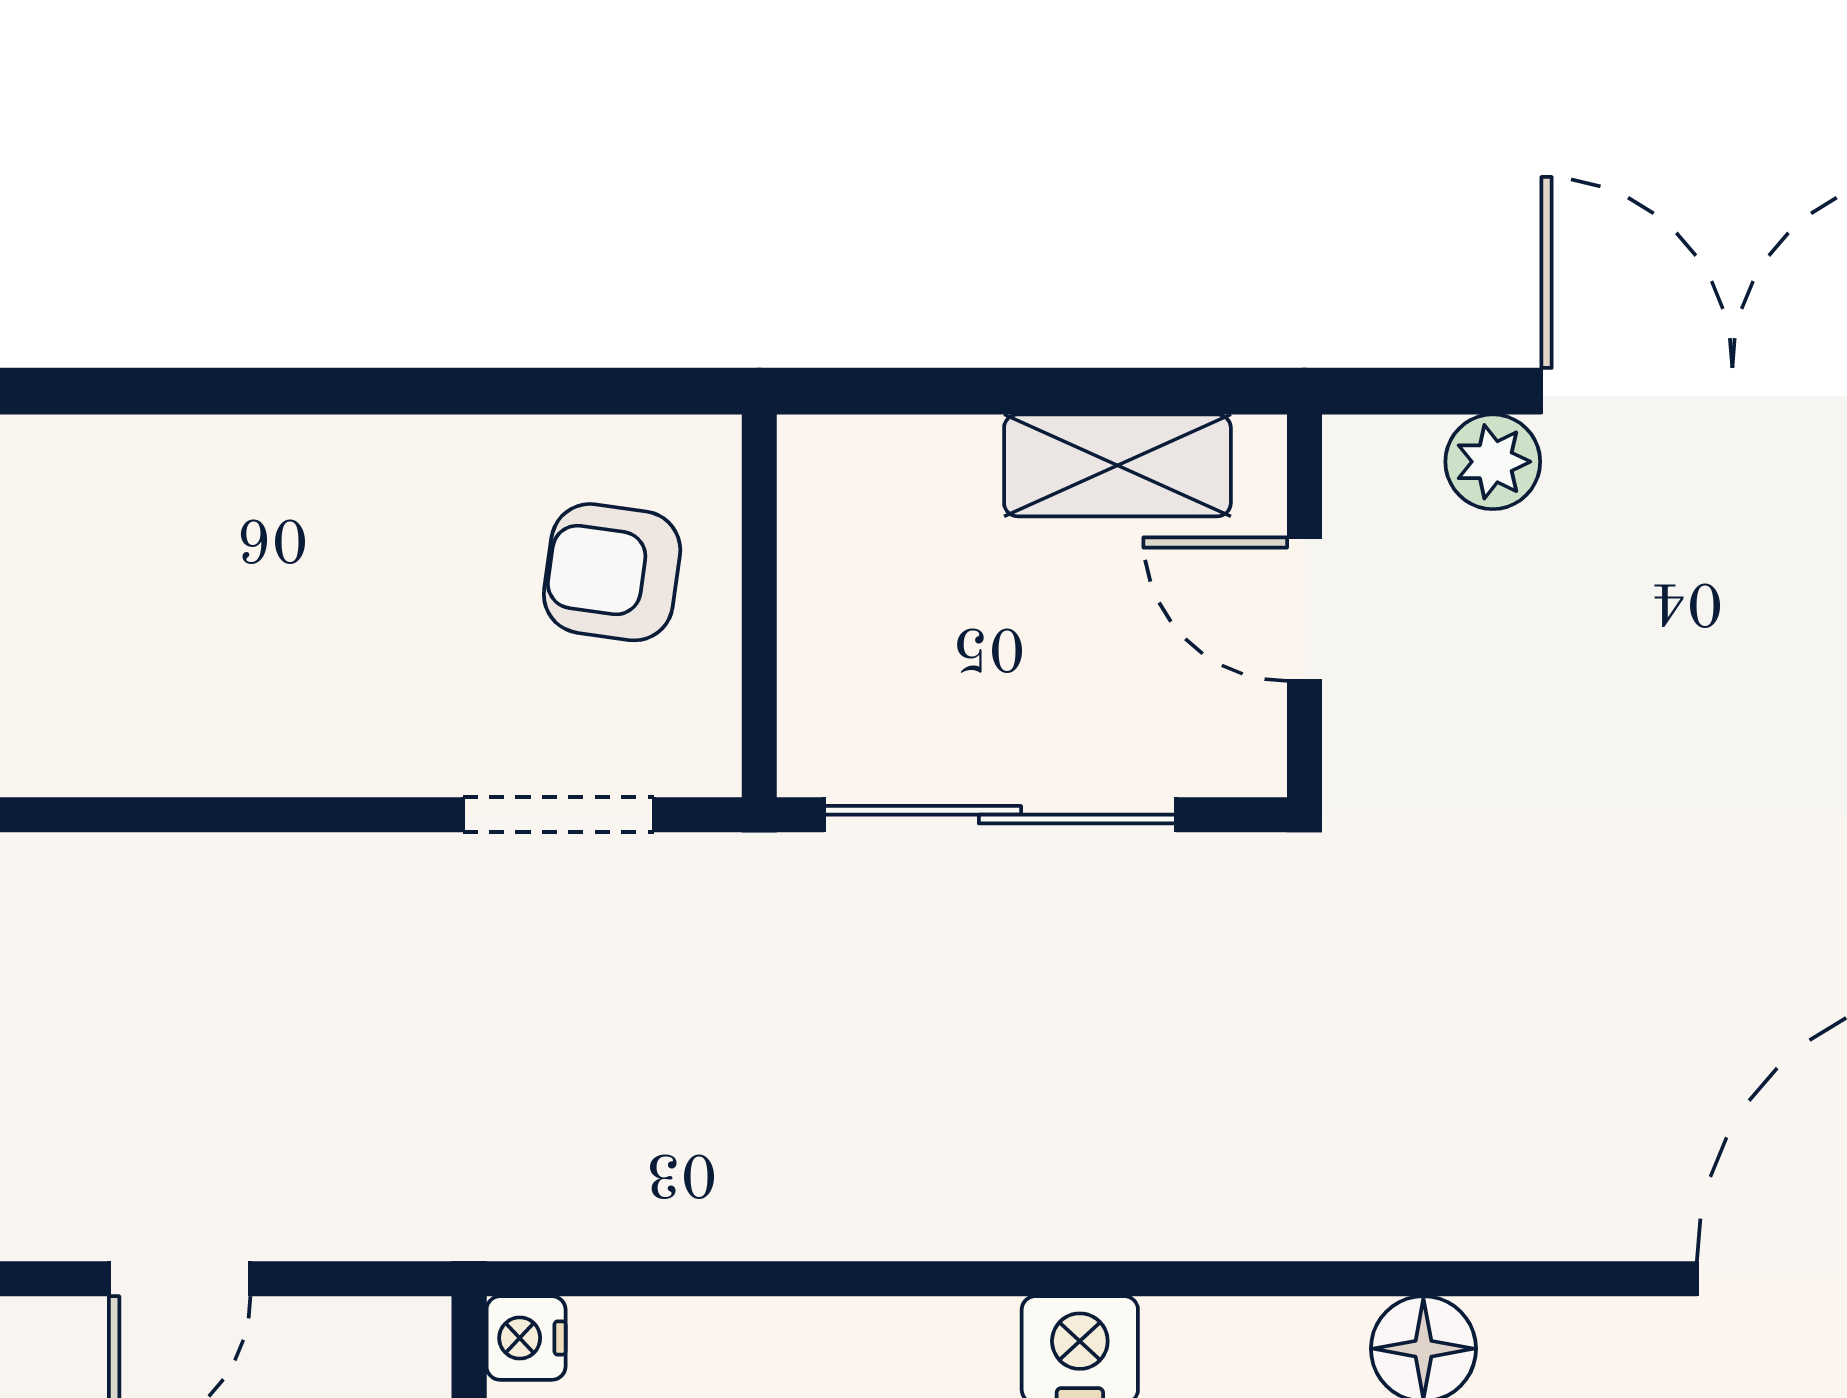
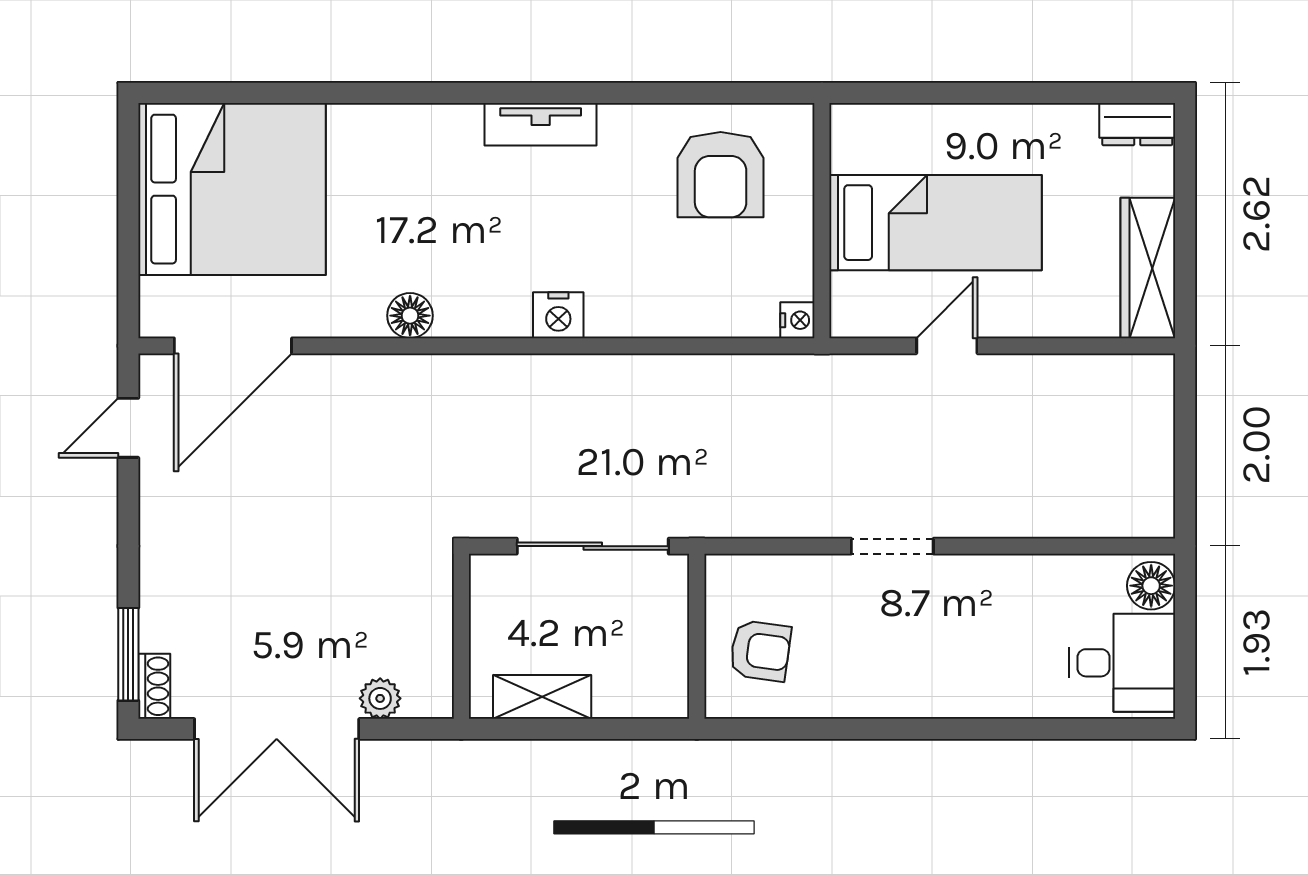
door: (1304, 609) -> (461, 635), removed
doorway: (558, 815) -> (892, 546), moved

